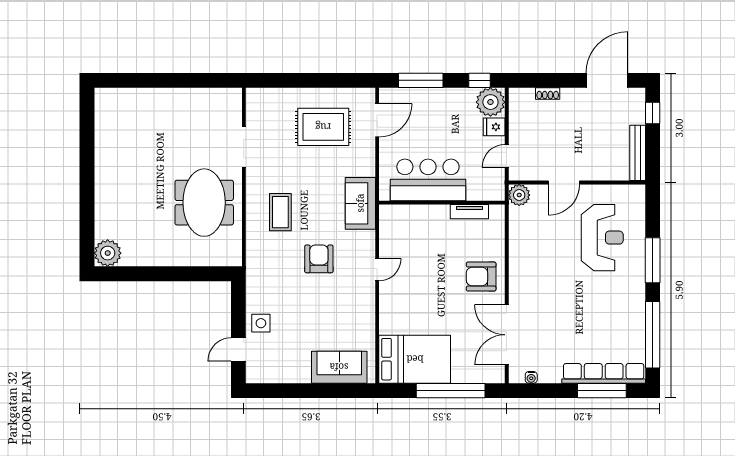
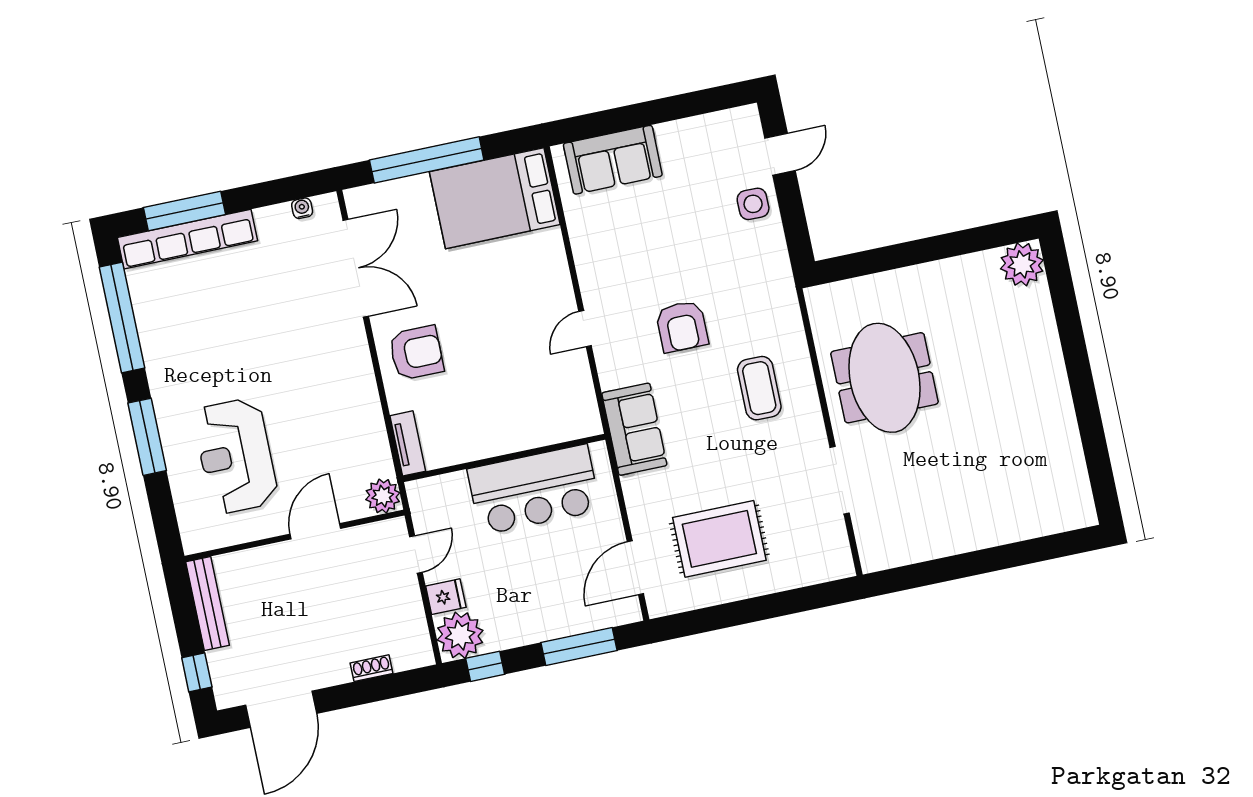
tv unit: (469, 212) -> (408, 443), moved, turned 90

